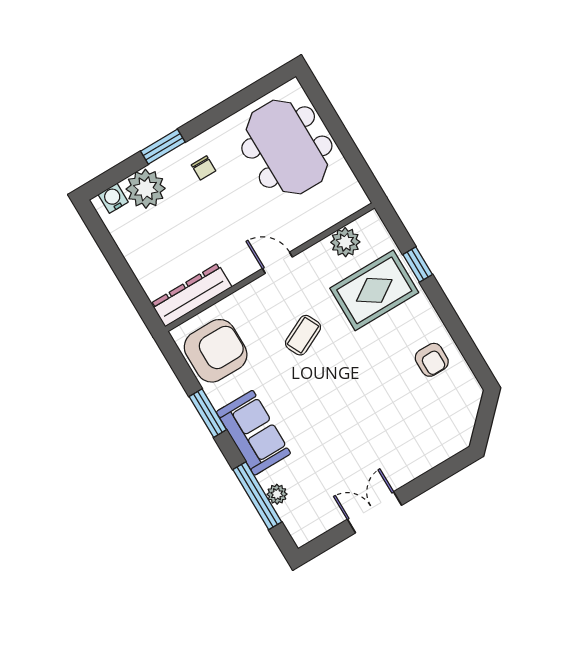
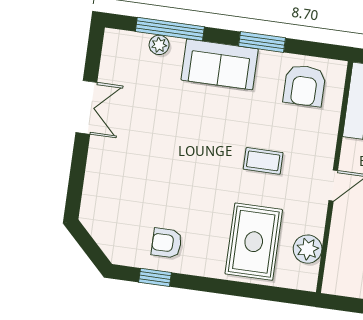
window: (418, 264) -> (155, 277), moved
coffee table: (303, 335) -> (263, 161), turned -64
armchair: (216, 351) -> (304, 86), width x0.73, depth x0.73

